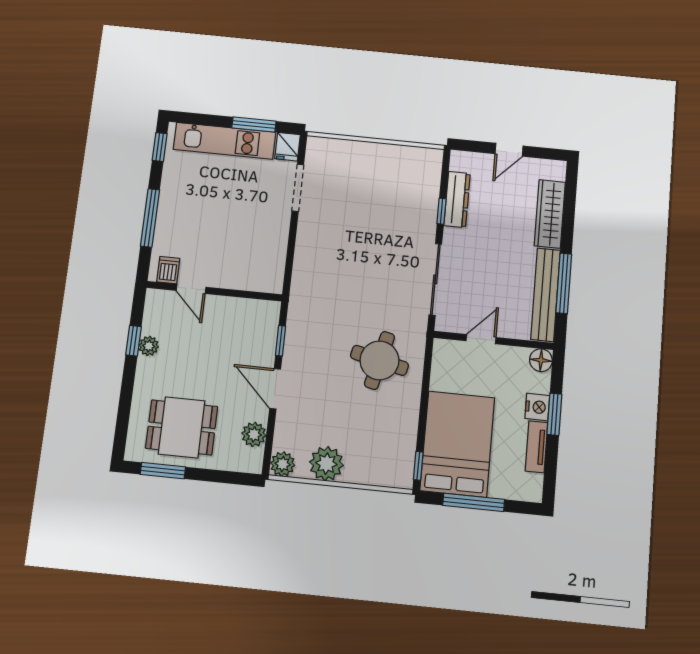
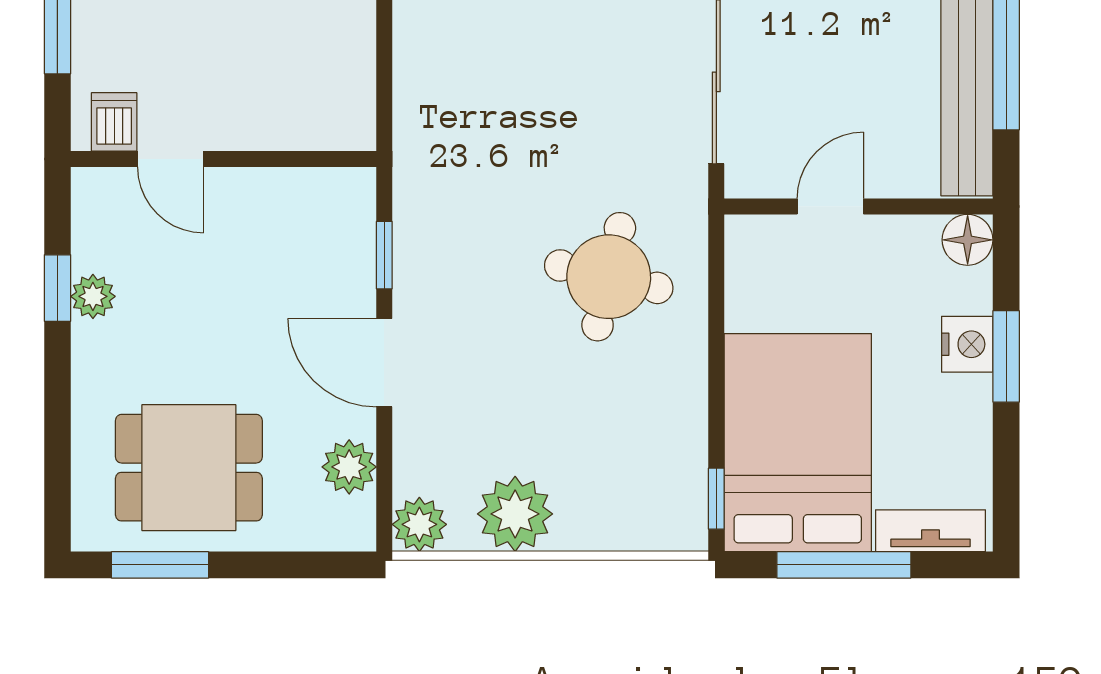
tv unit: (537, 447) -> (931, 531), moved, turned 90

